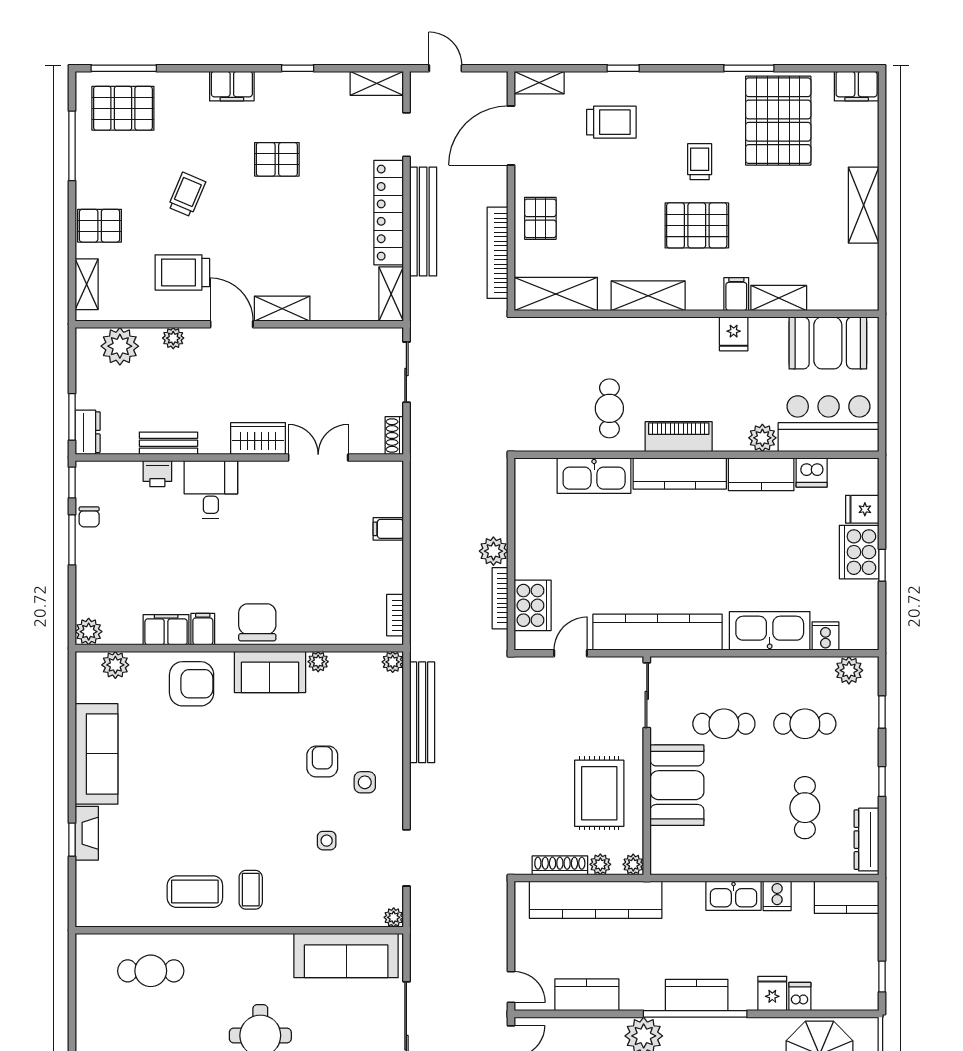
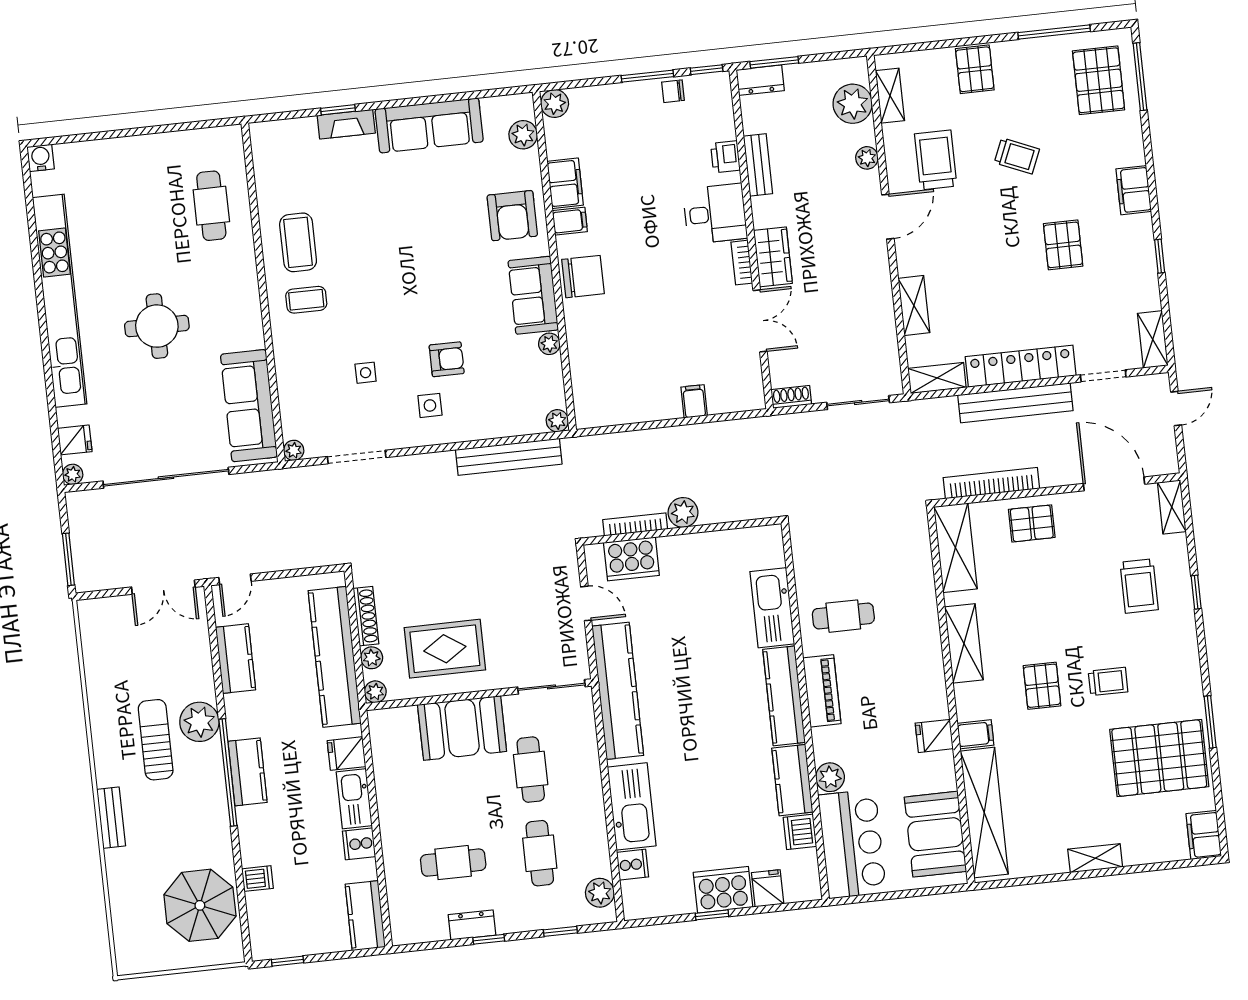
shelving: (864, 205) -> (1095, 858), width x0.67, depth x0.75
pallet: (697, 225) -> (1042, 686), width x0.67, depth x0.71
shelving: (87, 284) -> (890, 96), moved, turned 90
shelving: (779, 298) -> (984, 813), width x2.20, depth x1.33
shelving: (282, 309) -> (914, 305), moved
bookcase: (395, 615) -> (742, 263), moved, turned -90
dresser: (867, 840) -> (472, 925), moved, width x0.70
fridge: (772, 994) -> (347, 754), moved, turned 180

